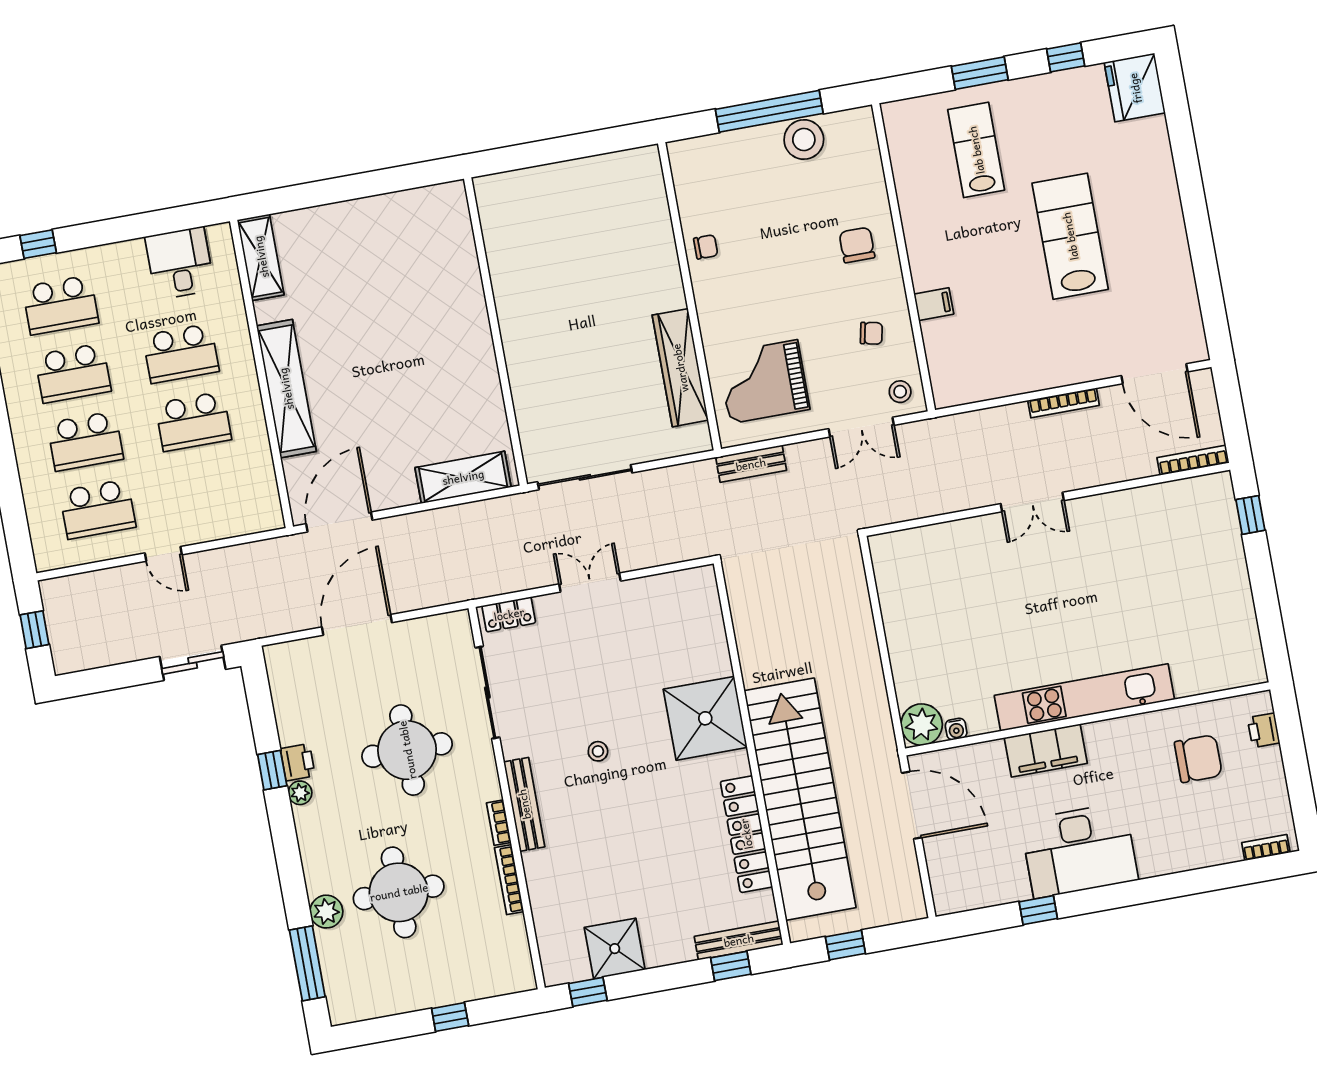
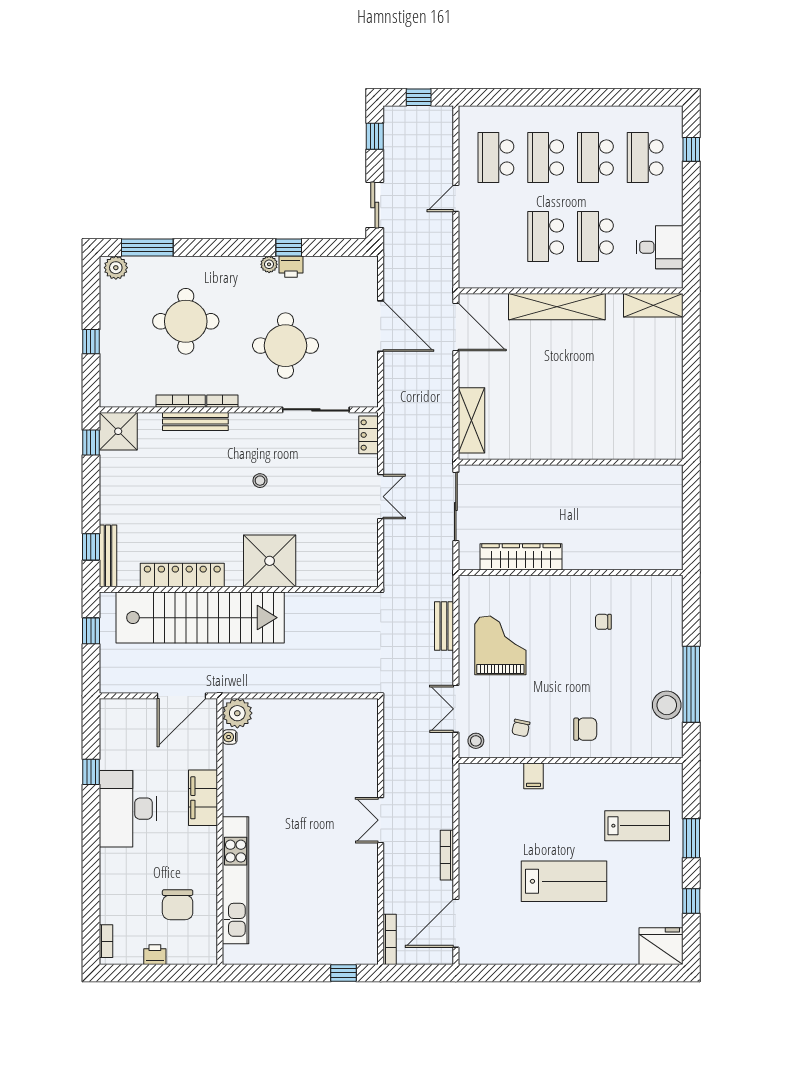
chair: (706, 247) -> (603, 622), turned 90
wall: (689, 296) -> (571, 573), moved
wardrobe: (680, 368) -> (521, 557), moved
window: (99, 680) -> (375, 136), added
kitchen unit: (1084, 697) -> (236, 880), moved
printer: (1264, 730) -> (155, 955), moved
bench: (524, 804) -> (195, 422), moved
plant: (326, 912) -> (116, 268), moved
shower: (615, 949) -> (118, 431), moved

